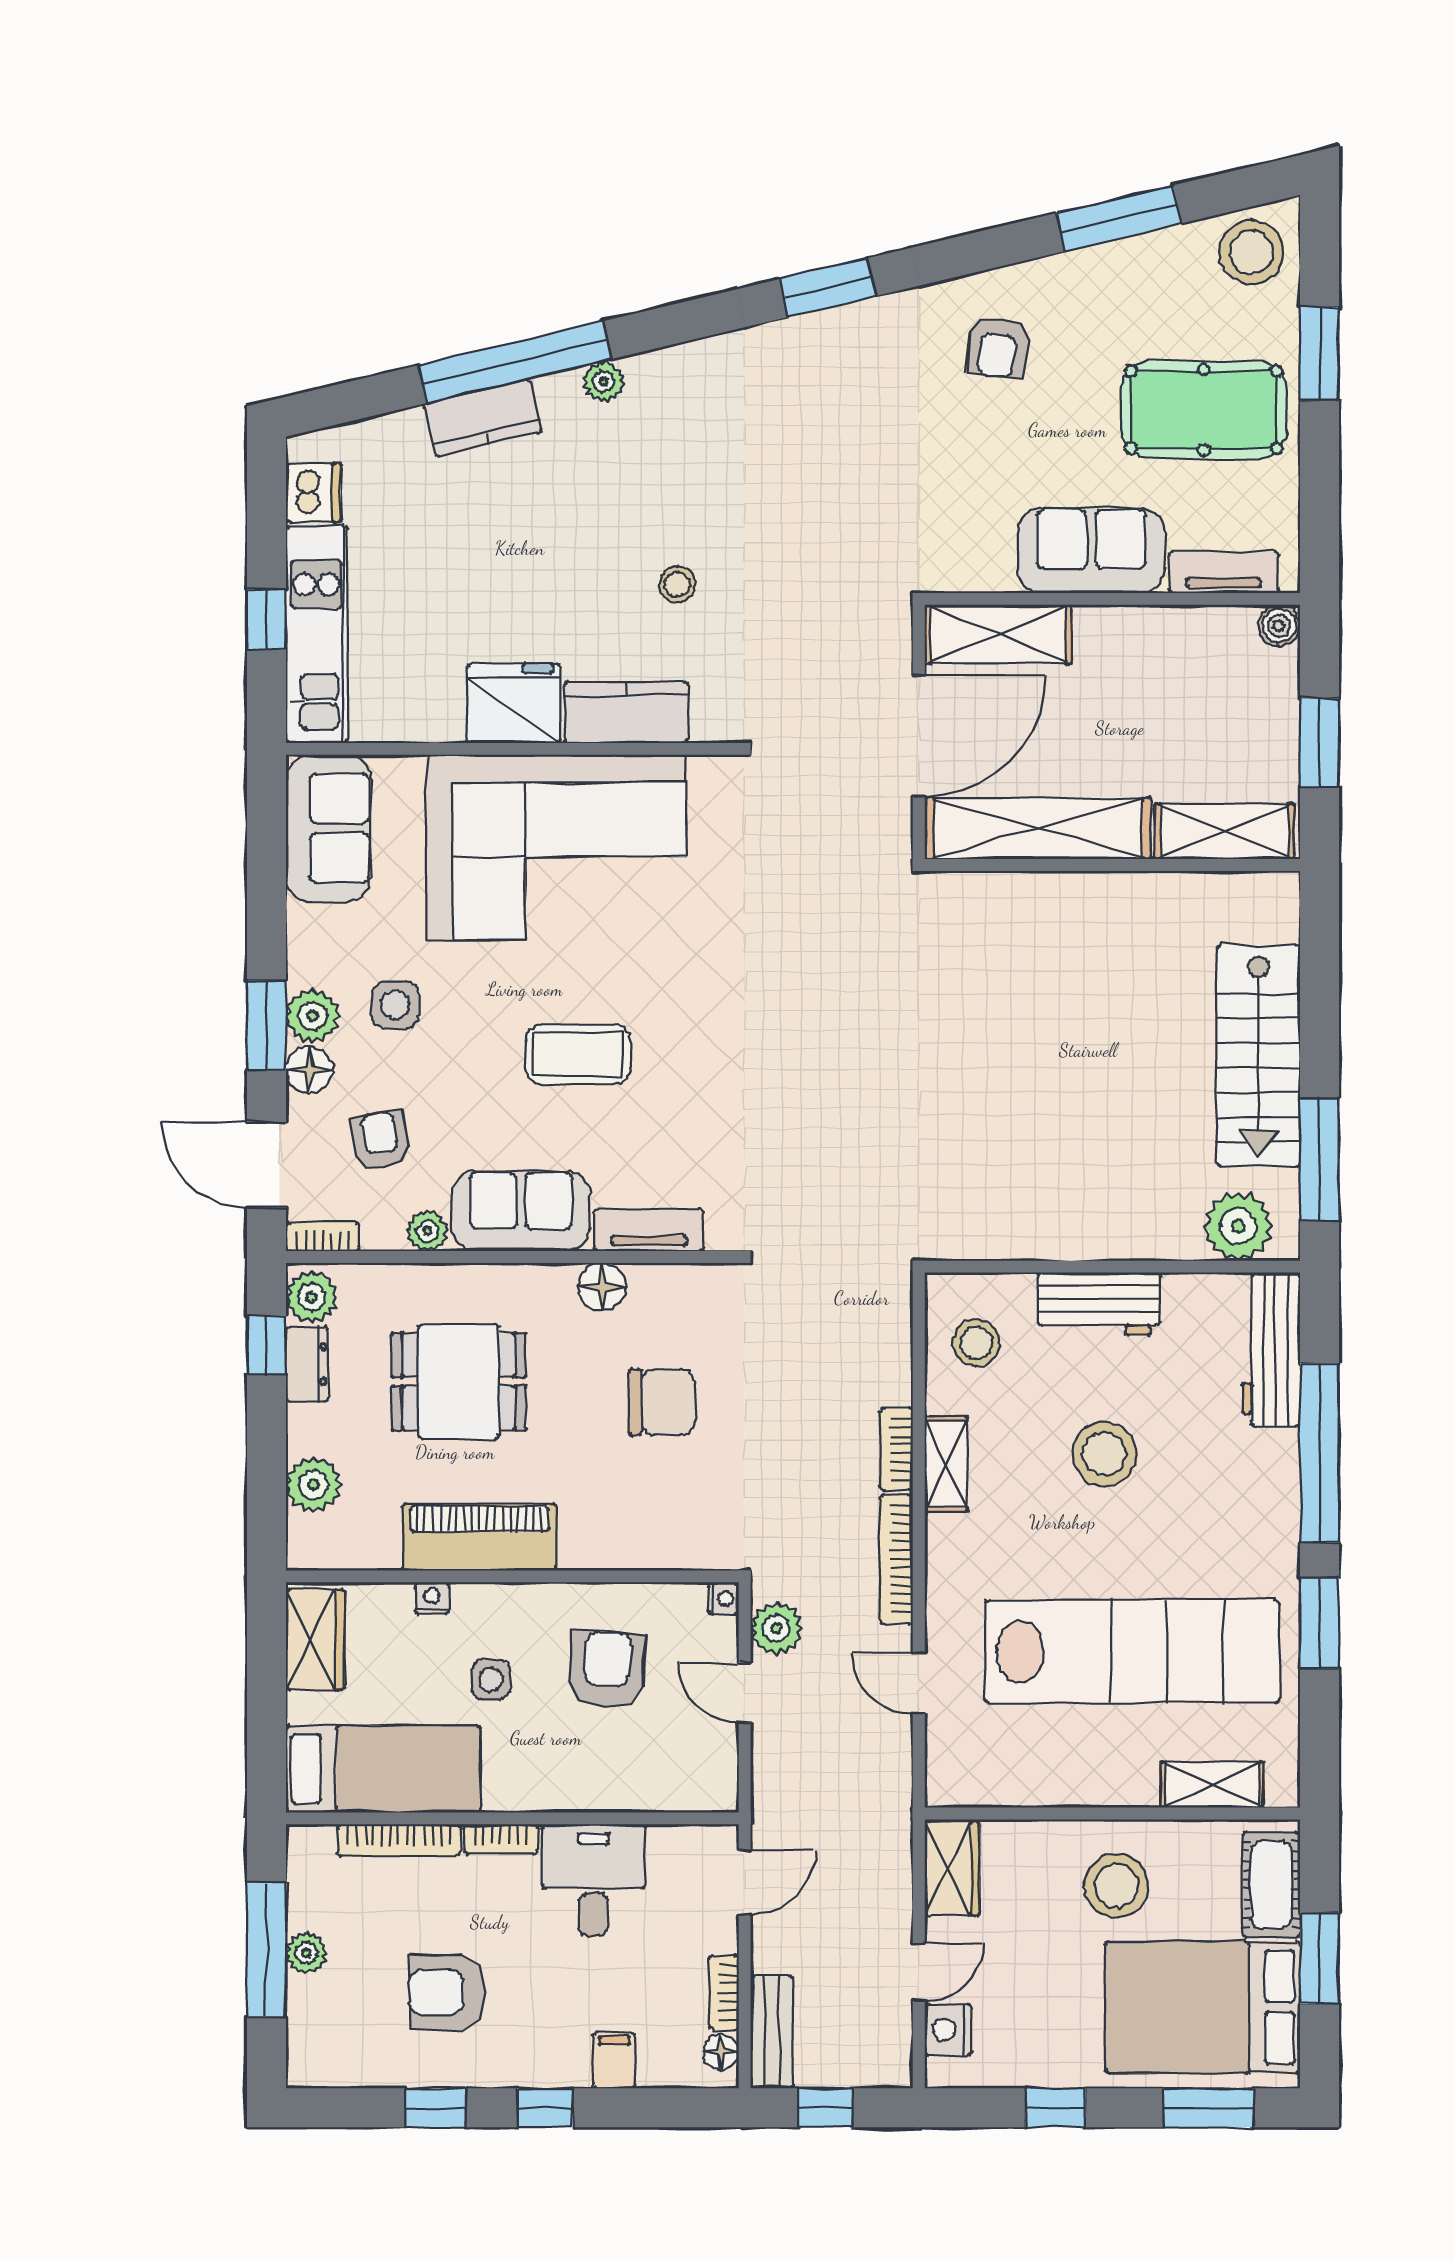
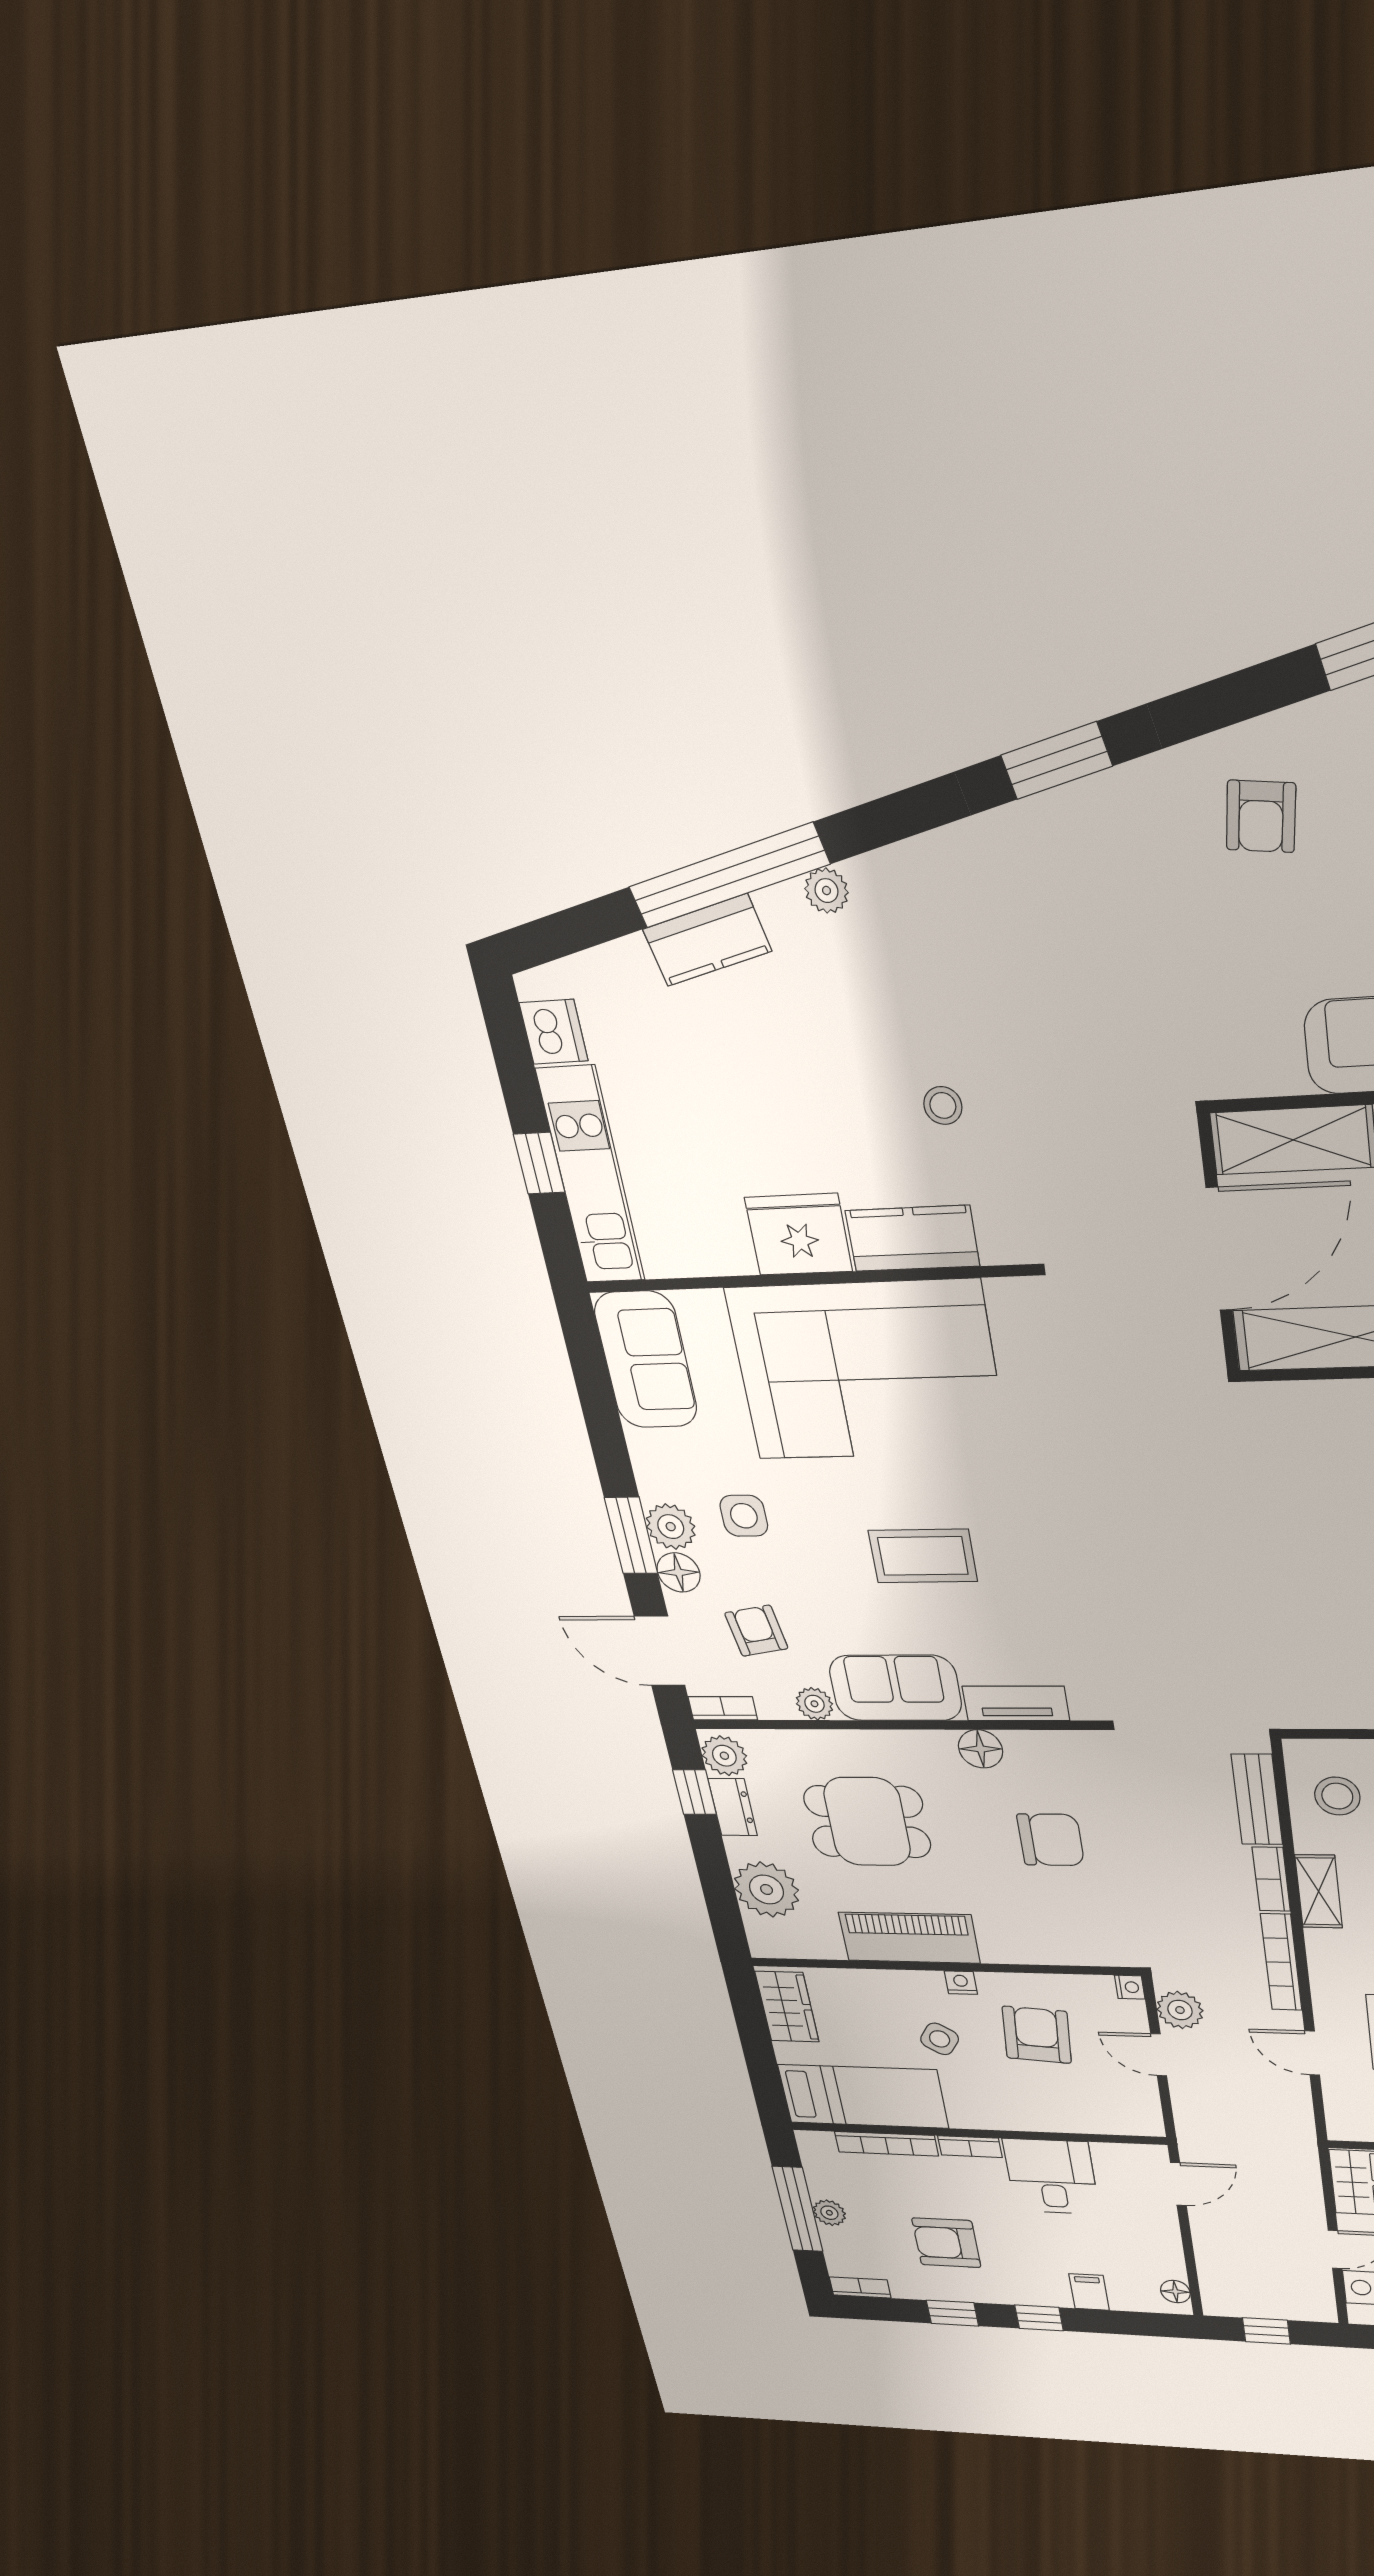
plant: (314, 1485) -> (767, 1890), width x1.36, depth x1.36
nightstand: (432, 1598) -> (961, 1983), moved
side table: (491, 1680) -> (940, 2039), turned 33
bookcase: (724, 1993) -> (860, 2287), moved, turned 90
bench: (772, 2032) -> (1257, 1800), moved

